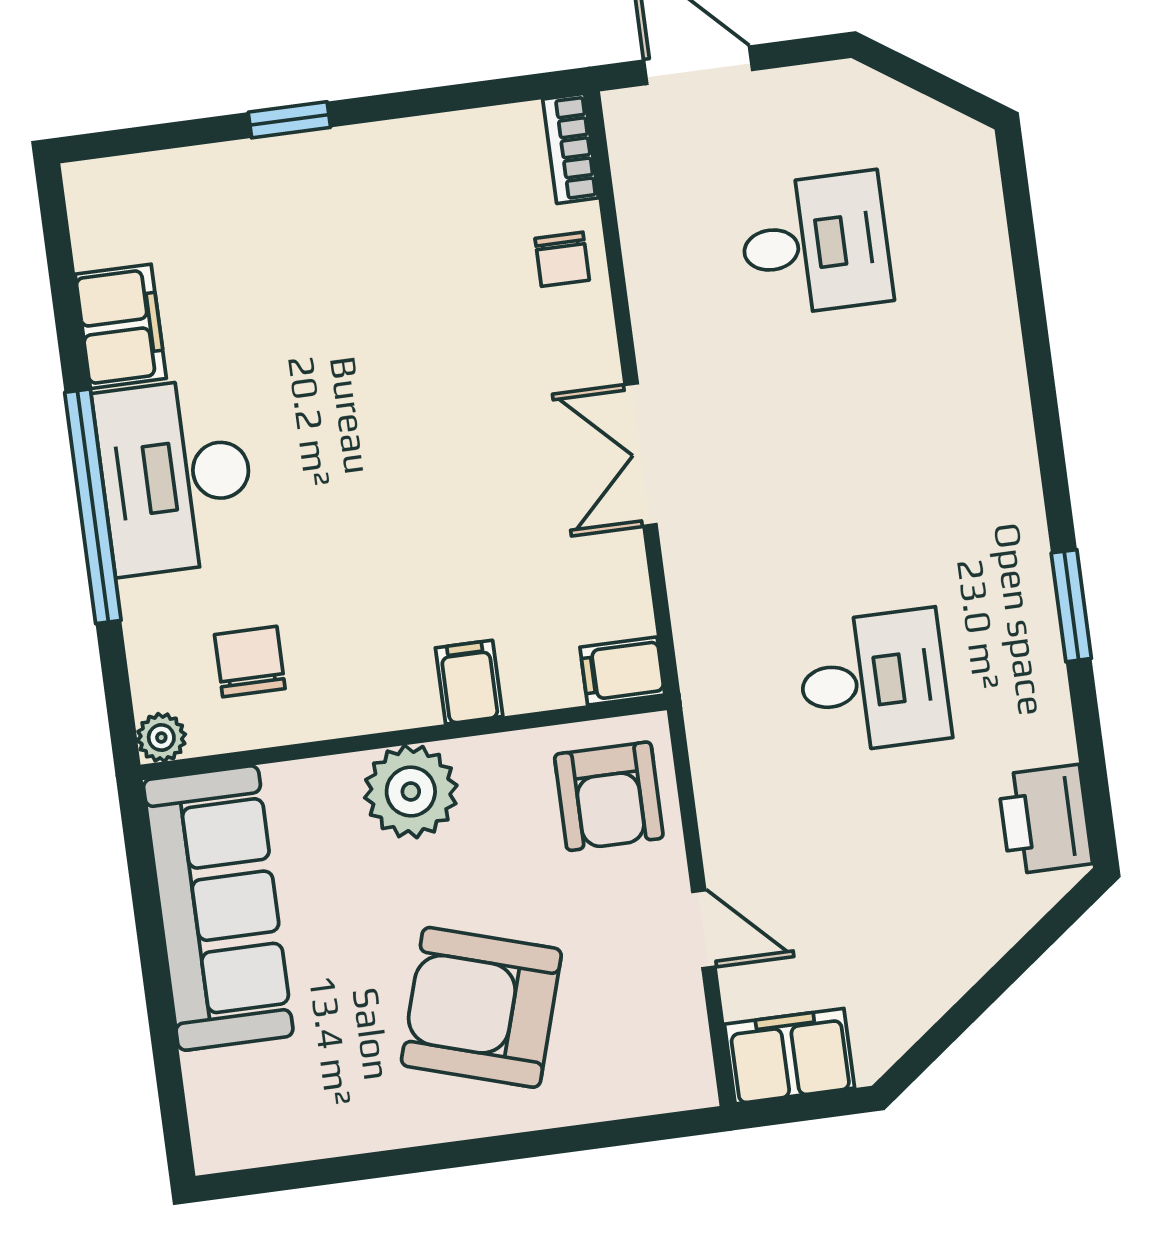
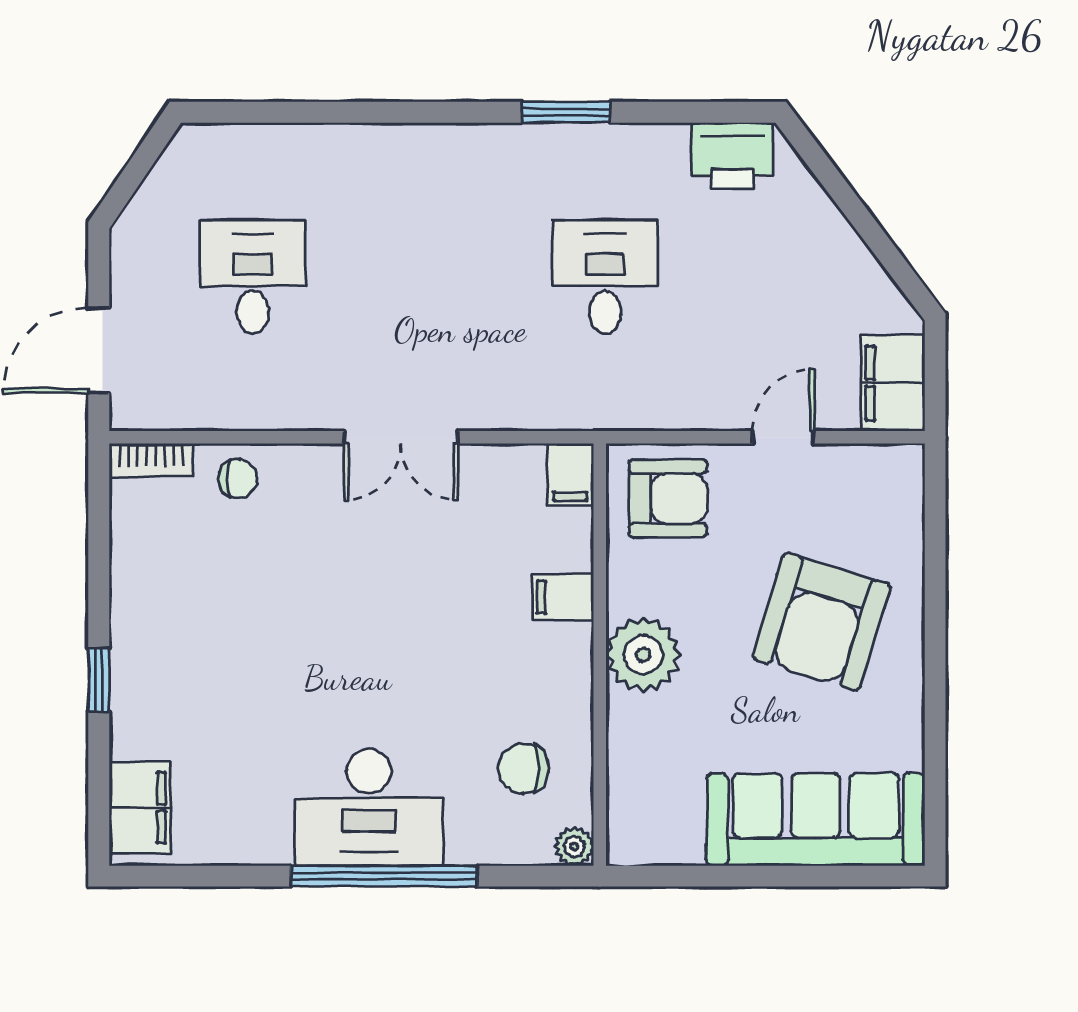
filing cabinet: (121, 326) -> (140, 808), moved, turned 90
sofa: (218, 908) -> (816, 819), moved

